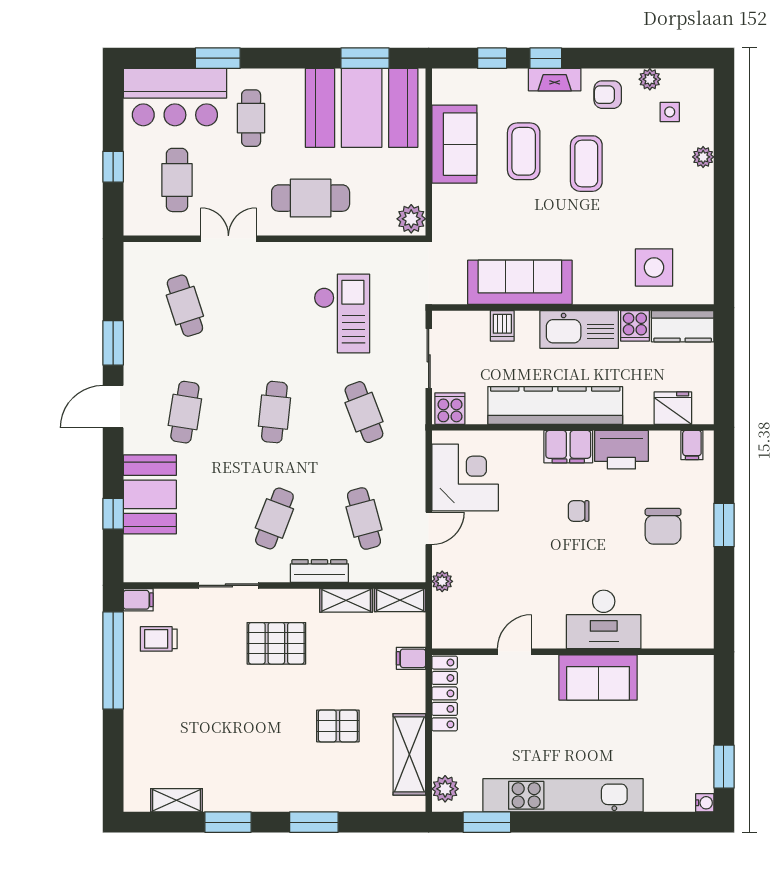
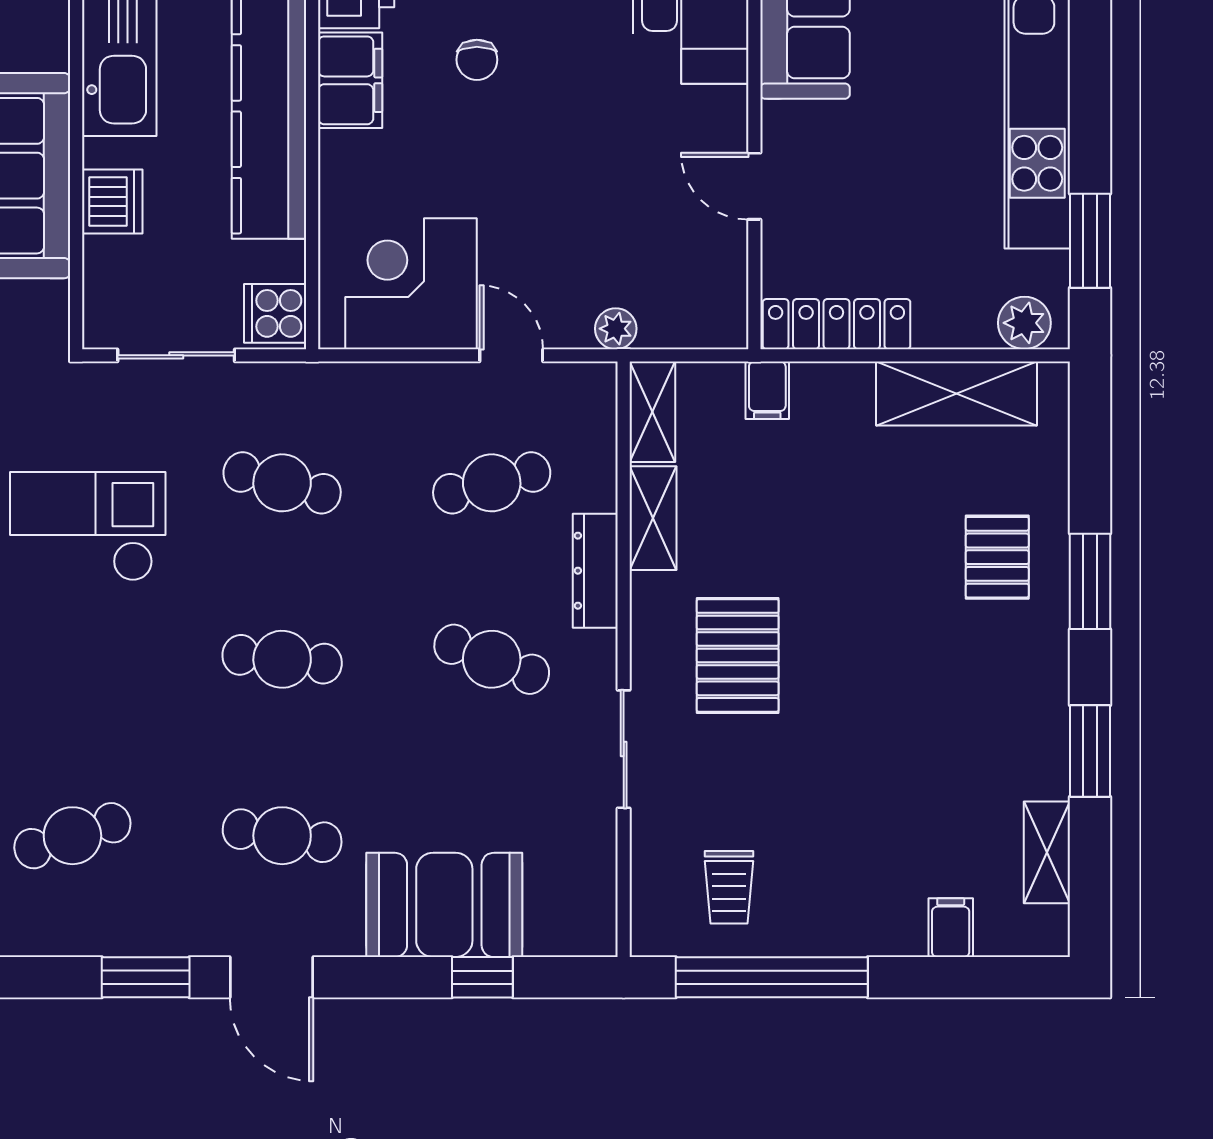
dishwasher: (502, 326) -> (112, 202), width x1.38
cafe table: (364, 412) -> (282, 483), turned 36
filing cabinet: (138, 600) -> (951, 928), moved
pallet: (338, 726) -> (997, 557), moved

